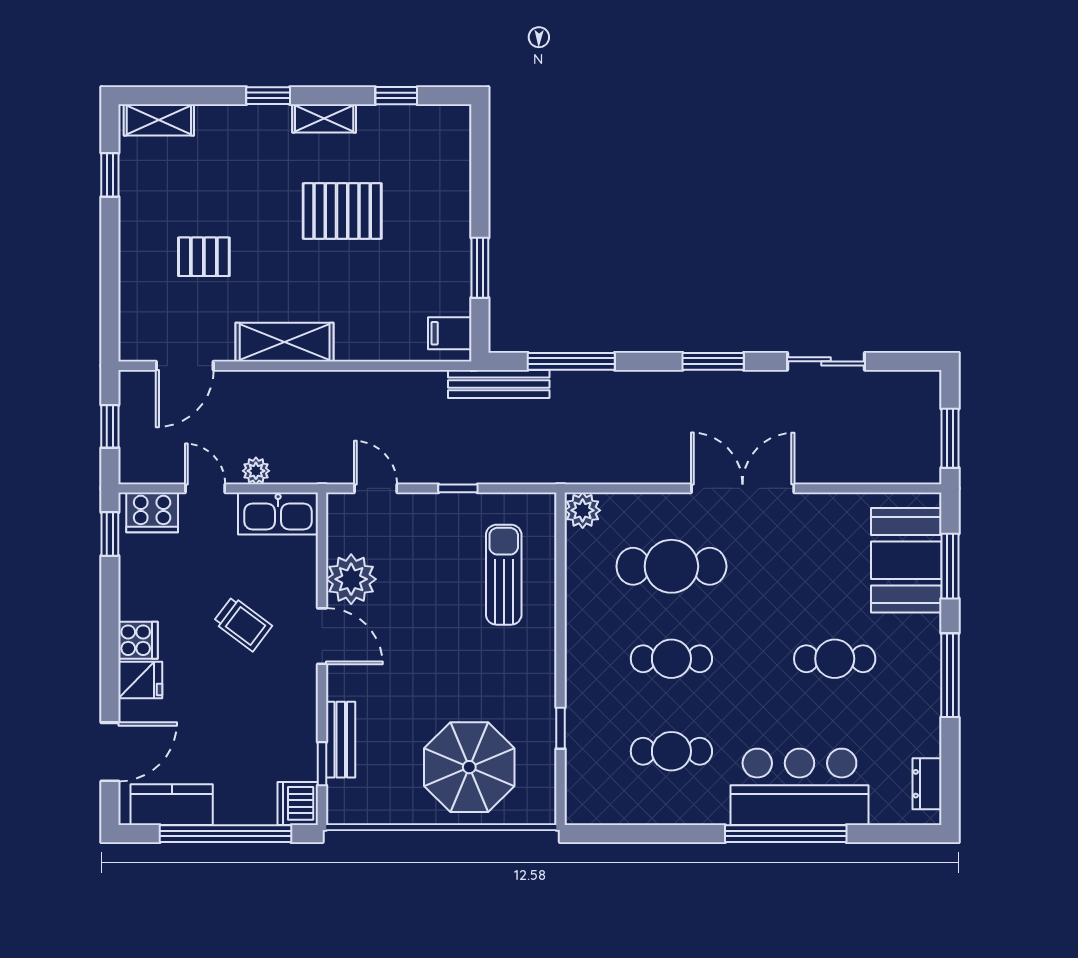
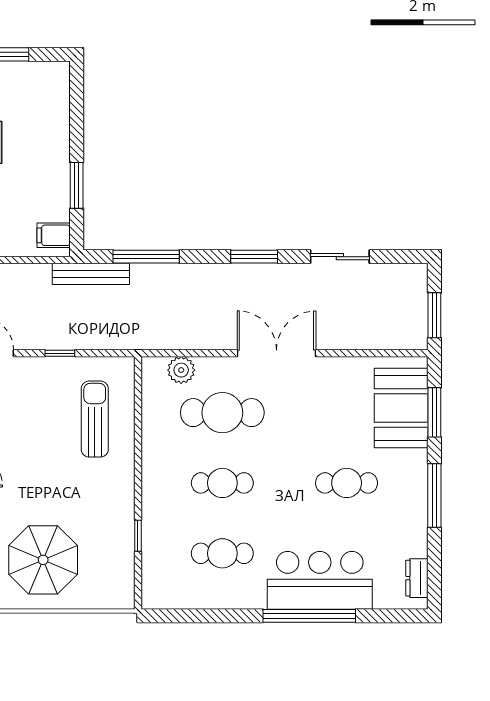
plant: (583, 510) -> (181, 370), moved
parasol: (469, 767) -> (43, 560), moved

